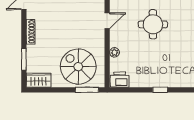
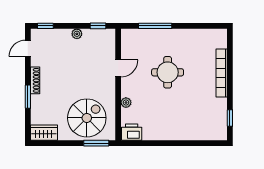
window: (24, 59) -> (28, 97), moved
spiral stairs: (78, 67) -> (87, 118), turned 90
window: (160, 90) -> (175, 143), removed

